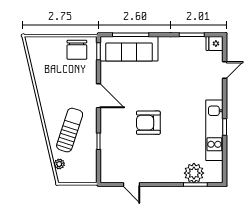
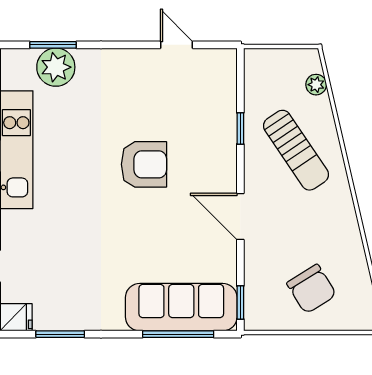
chair: (77, 50) -> (312, 289), moved, turned 148
sun lounger: (70, 130) -> (296, 150), turned -52

